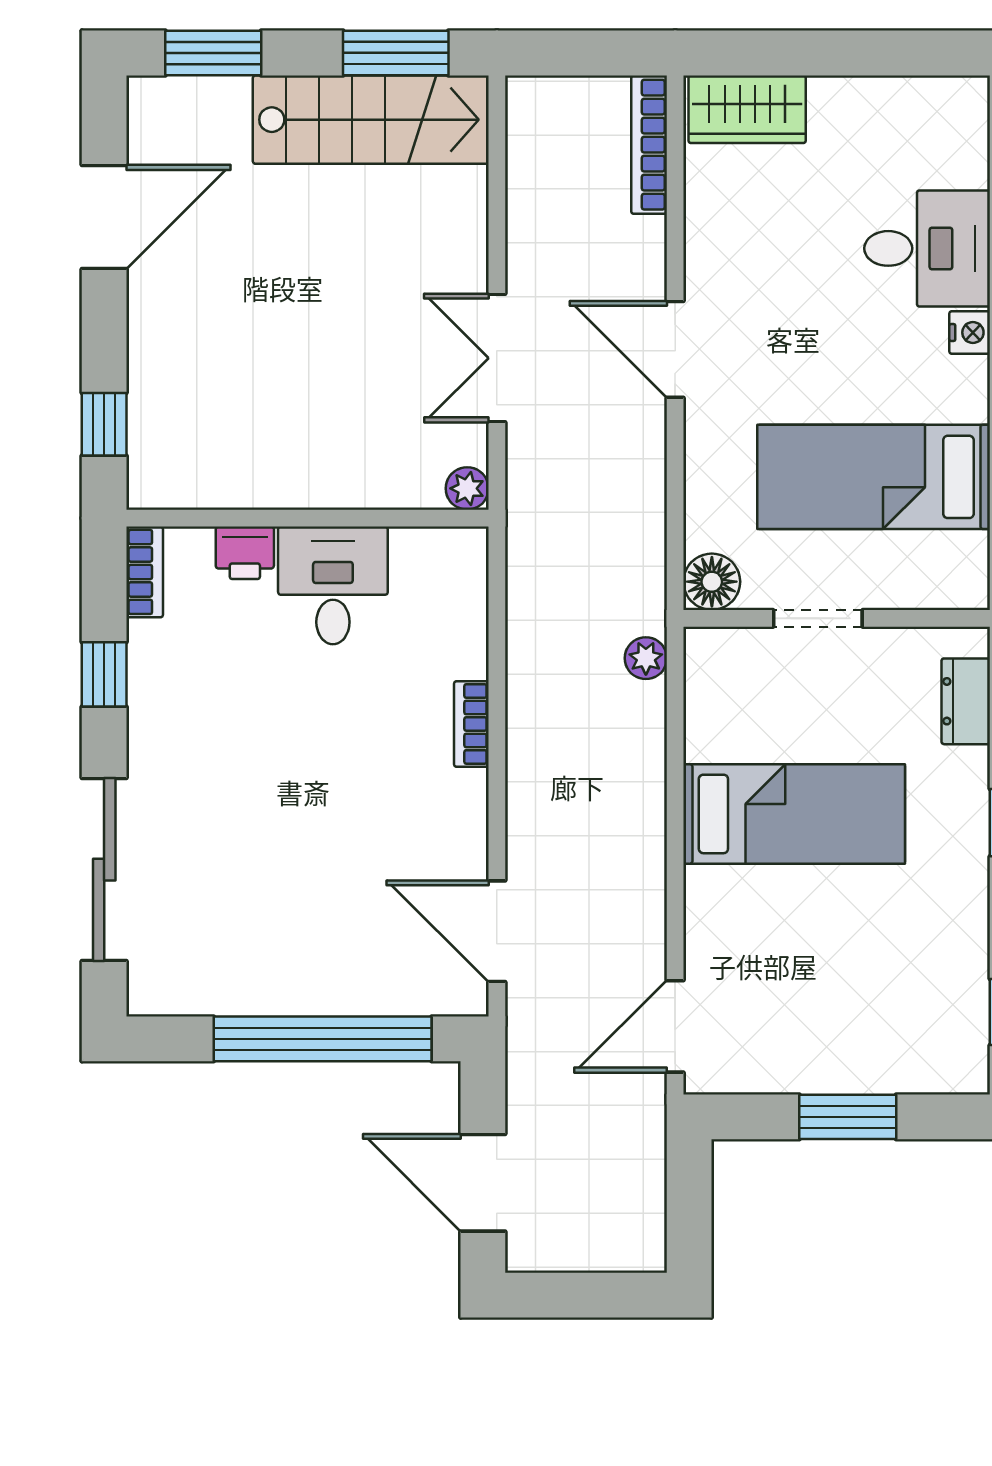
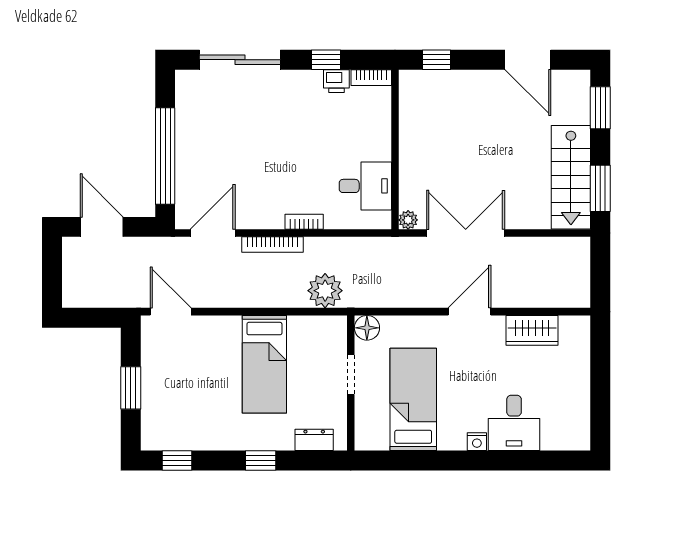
wardrobe: (747, 109) -> (532, 330), moved, turned -90
bookcase: (649, 145) -> (272, 245), moved, turned 180
double door: (497, 358) -> (466, 233), width x1.37
printer: (245, 553) -> (336, 81), moved, turned -90
desk: (333, 585) -> (365, 186), moved
plant: (646, 658) -> (325, 291), width x1.87, depth x1.87
door: (483, 1183) -> (102, 227), hinge flipped

